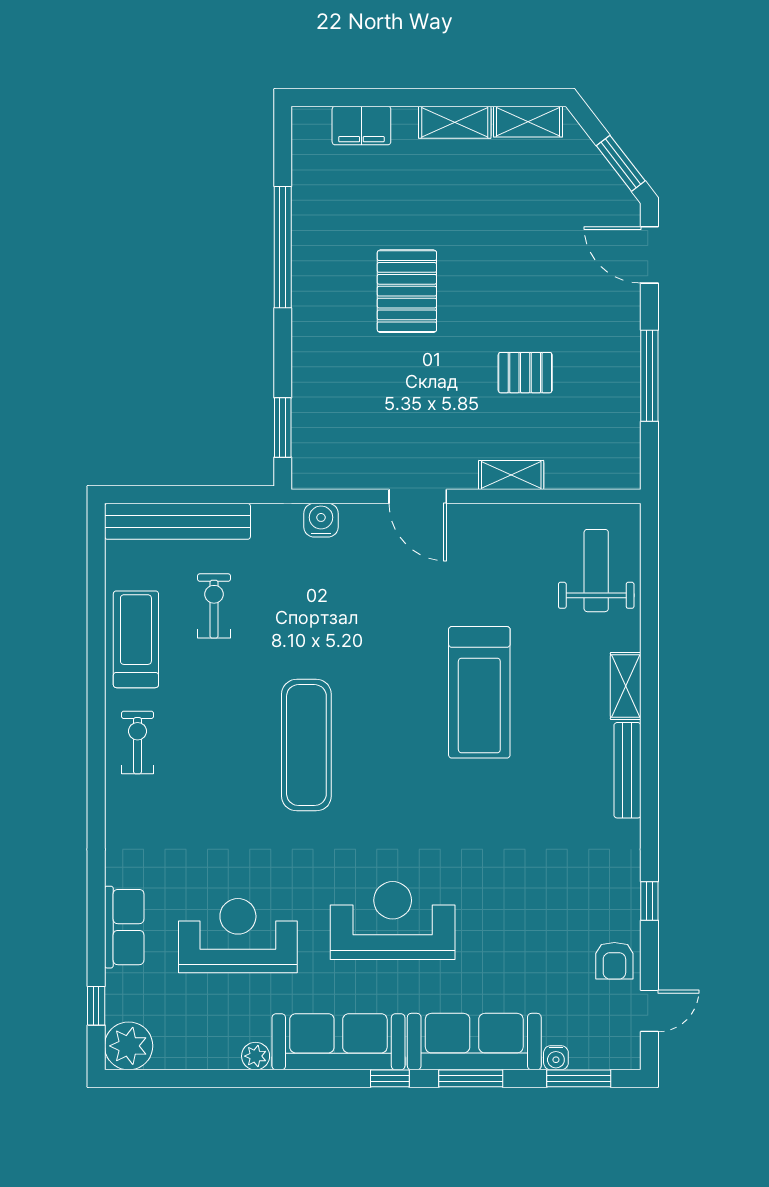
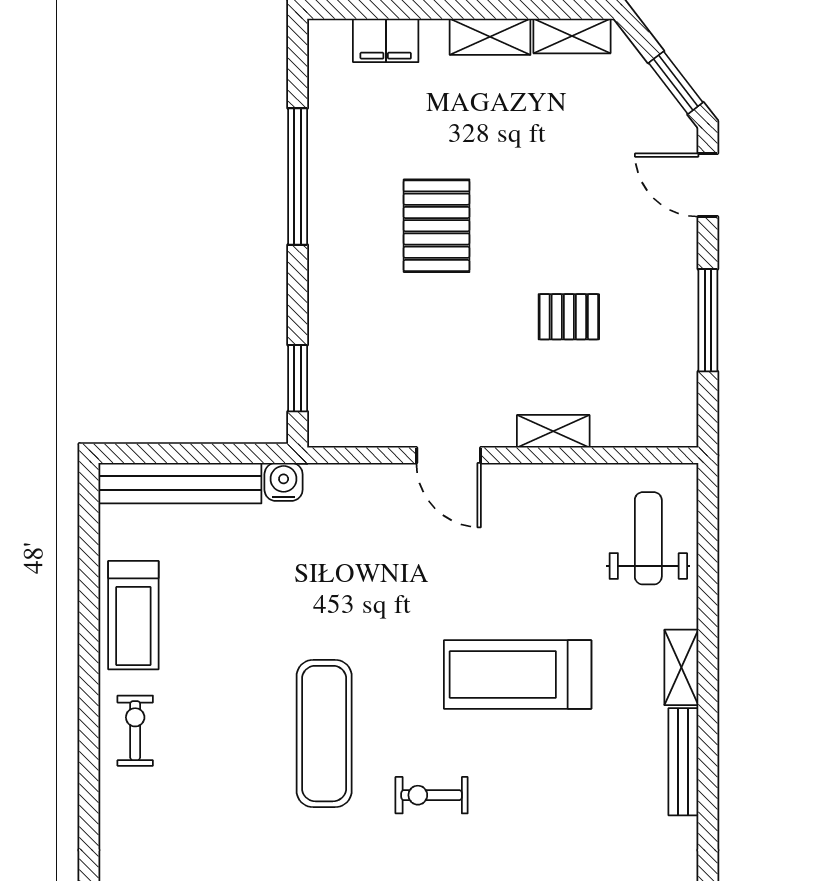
water cooler: (321, 520) -> (284, 482), moved
exercise bike: (214, 606) -> (432, 795), moved, turned -90
treadmill: (136, 639) -> (133, 615), turned 180
treadmill: (479, 692) -> (518, 674), turned 90

